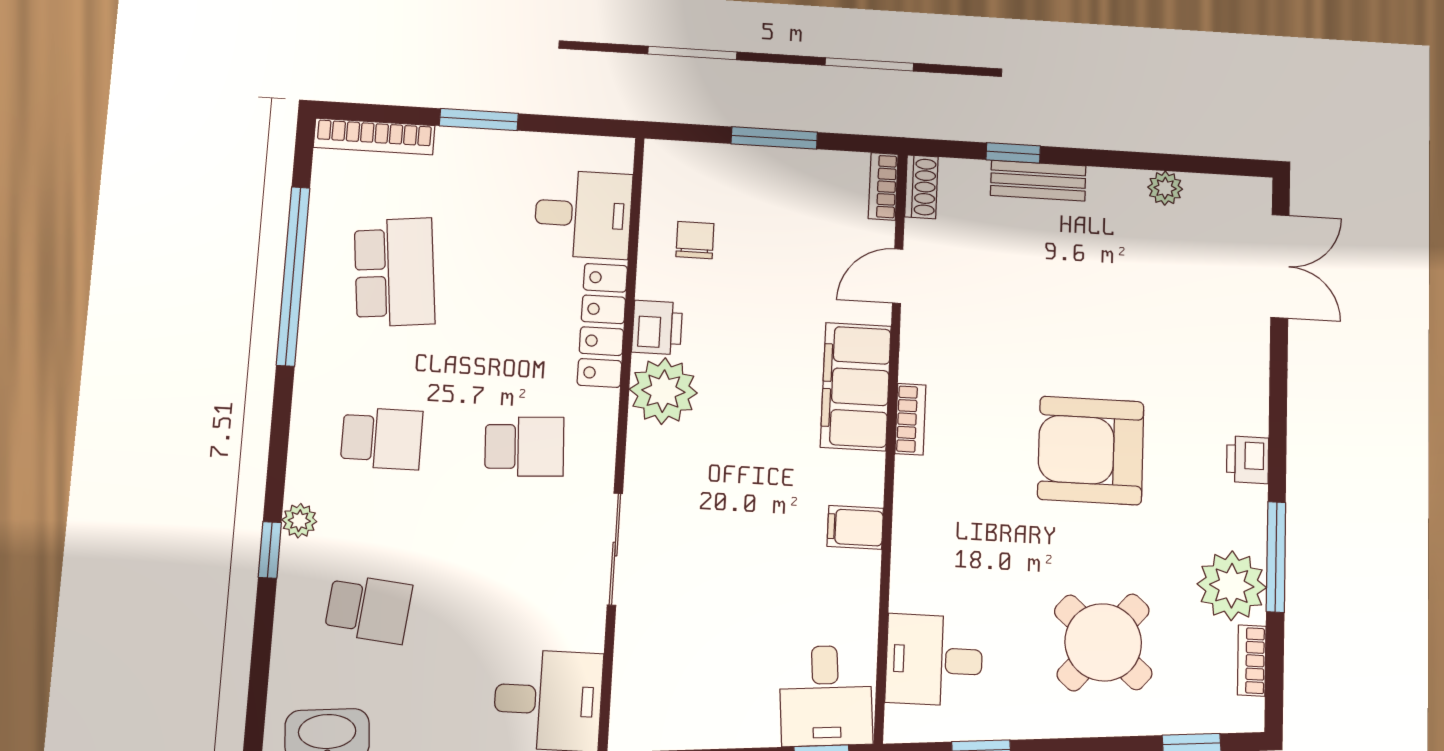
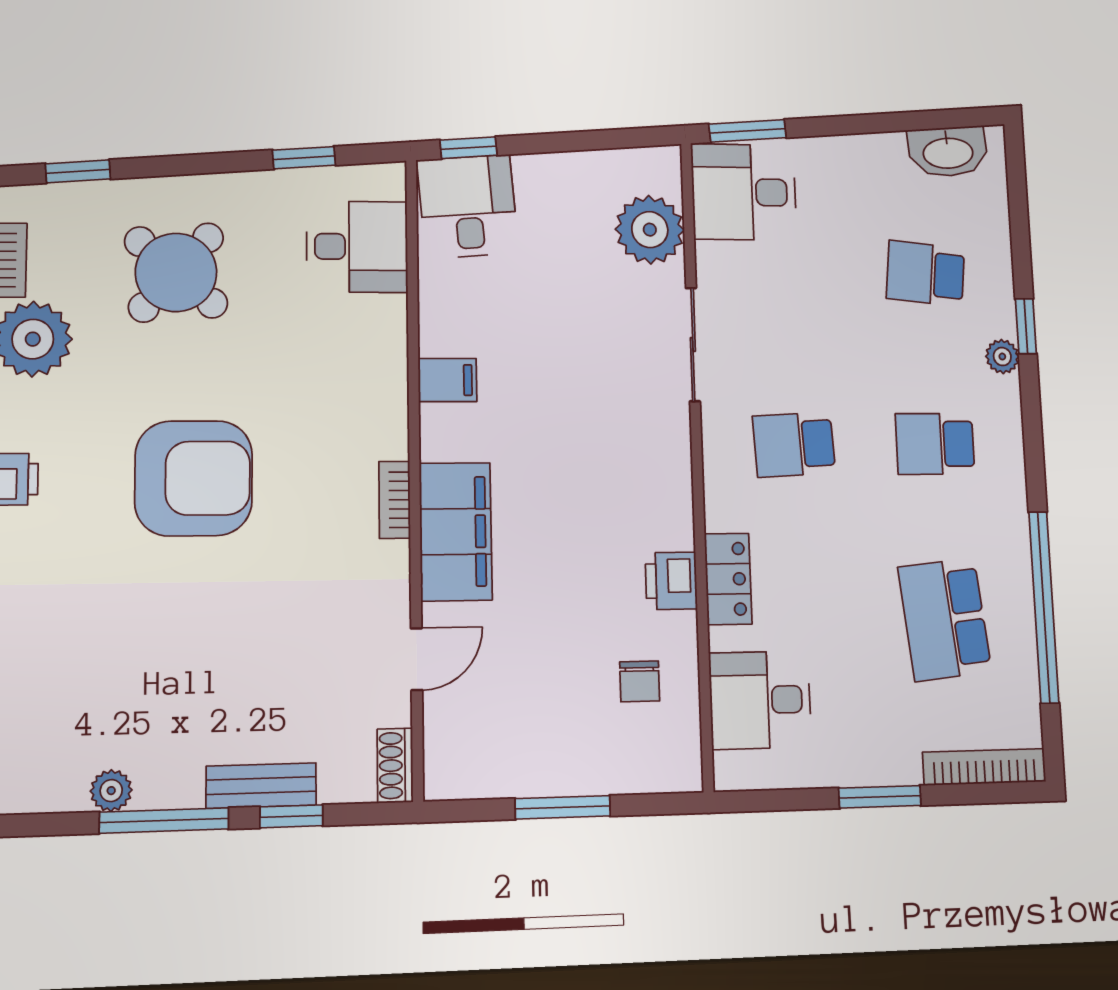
window: (1121, 160) -> (164, 821), added
bookcase: (883, 186) -> (438, 762), removed
locker: (602, 325) -> (728, 579), width x0.66
plant: (663, 391) -> (650, 230), moved

